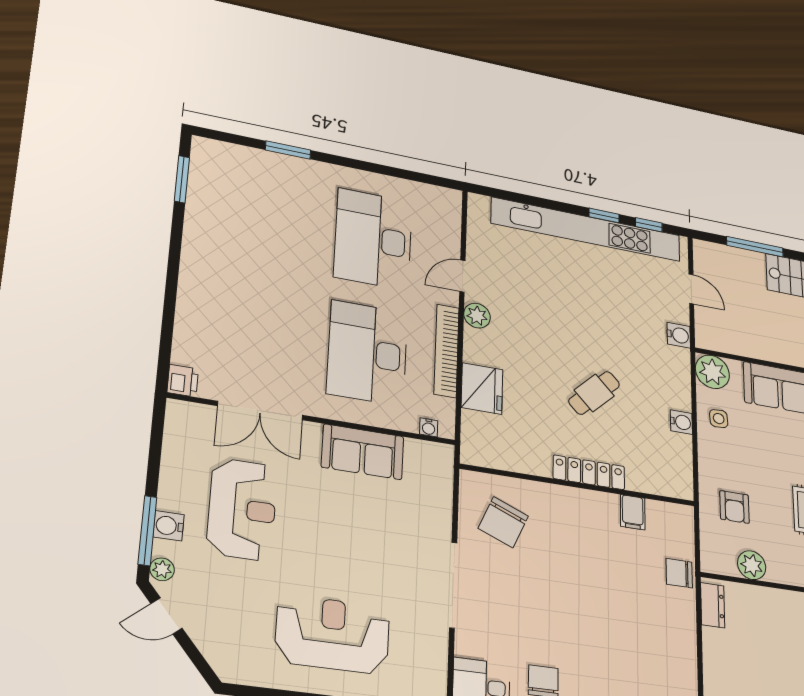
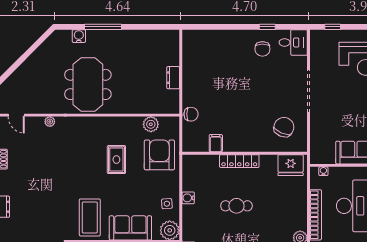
fridge: (482, 389) -> (291, 165), moved, turned -90
cafe table: (594, 393) -> (236, 206), turned 44
armchair: (734, 507) -> (159, 155), width x1.88, depth x1.88
dresser: (713, 605) -> (173, 78), moved

